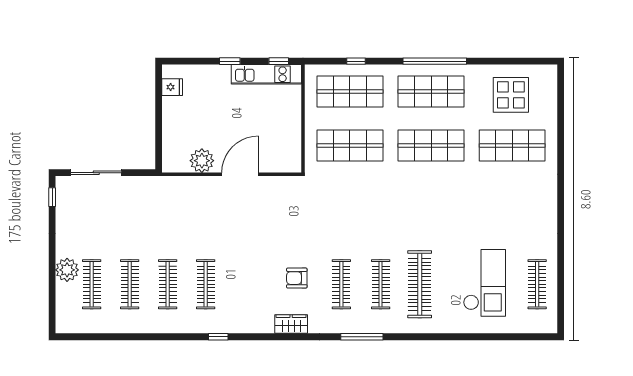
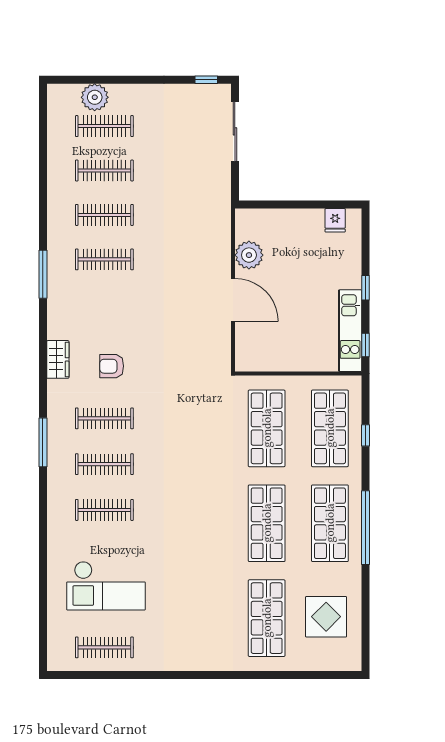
plant: (67, 270) -> (95, 97), moved
armchair: (297, 278) -> (112, 366), turned -90
clothes rail: (420, 284) -> (104, 510), width x0.73, depth x0.76
window: (218, 337) -> (43, 274), width x2.17

